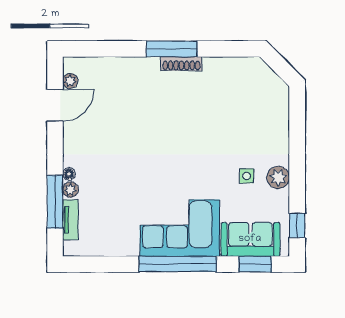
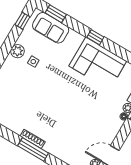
corner sofa: (180, 228) -> (98, 64), moved
window: (178, 264) -> (95, 37), width x0.32

